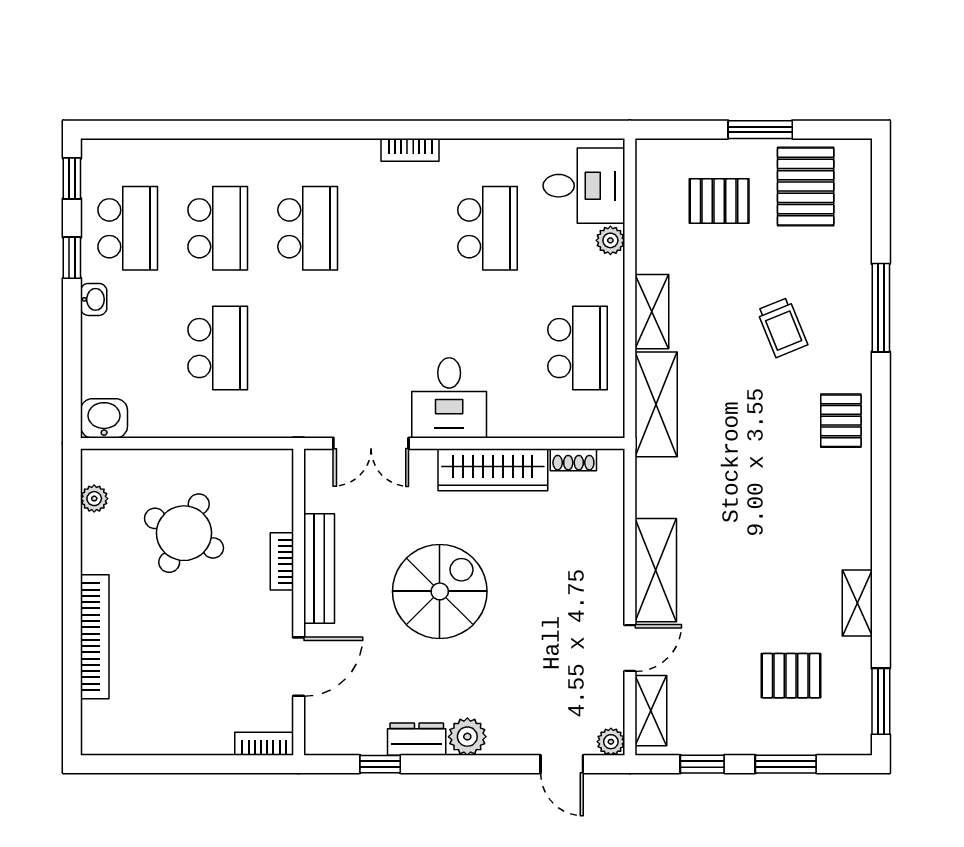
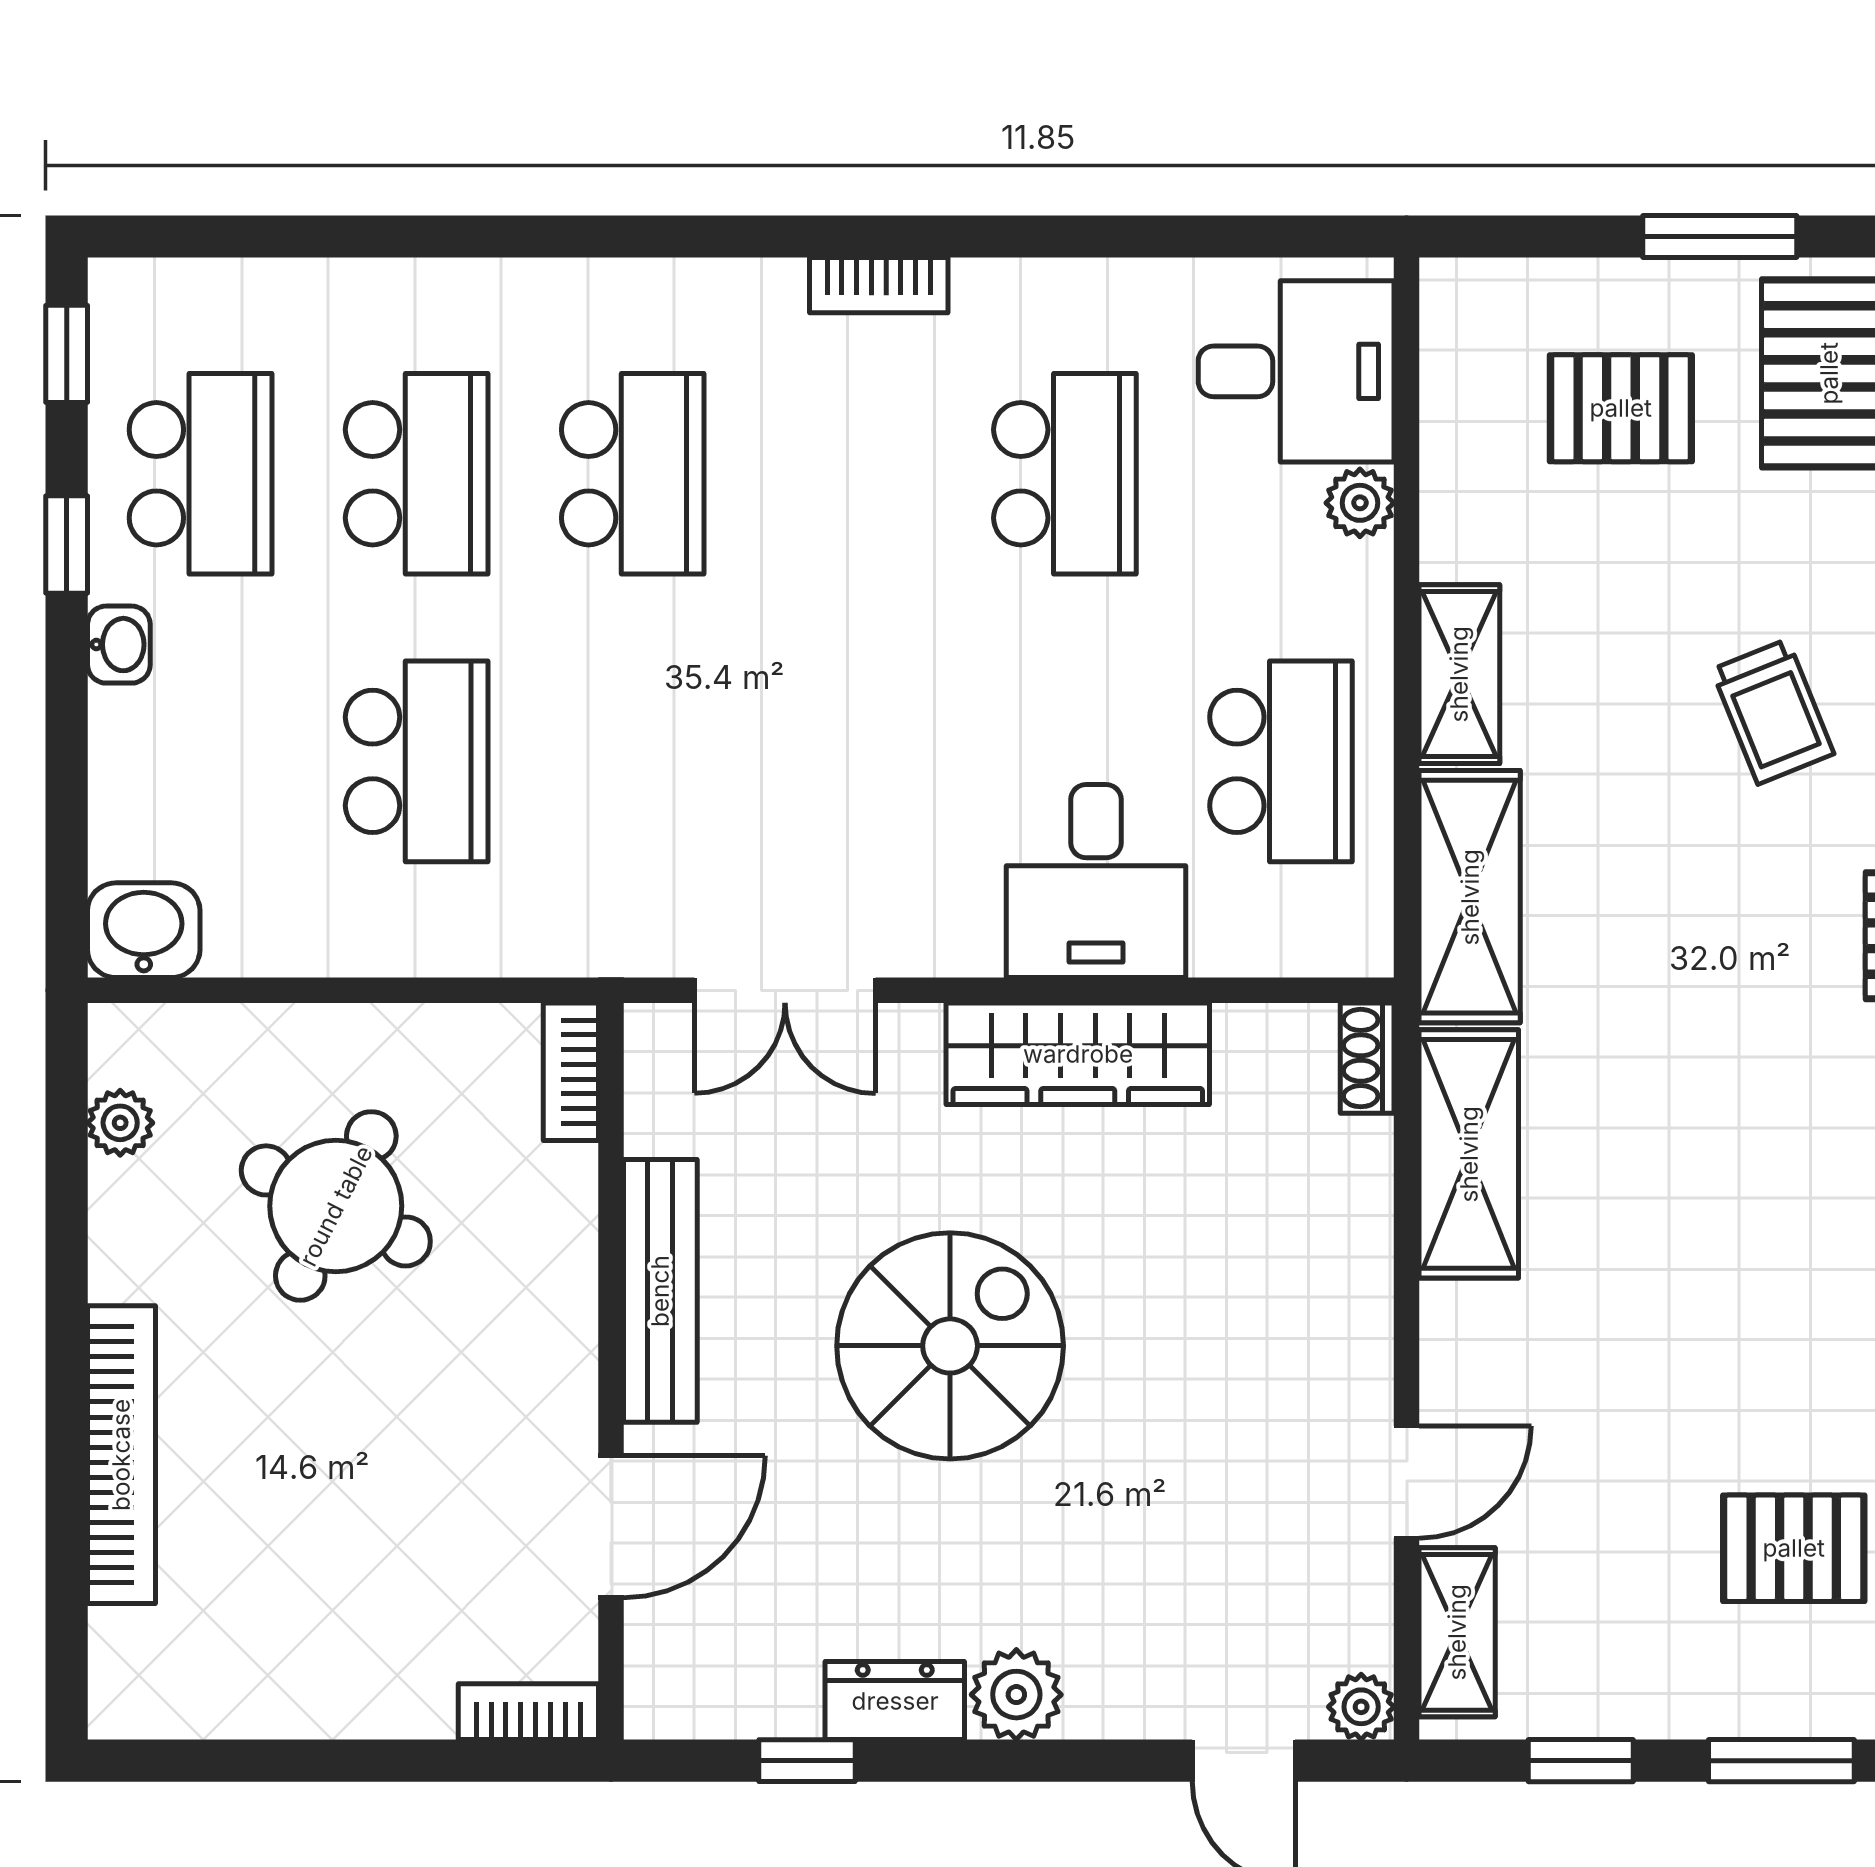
desk: (449, 398) -> (1096, 881), moved
shoe rack: (573, 460) -> (1367, 1058), moved, turned 90
bookcase: (282, 561) -> (571, 1072), moved
shelving: (656, 570) -> (1469, 1154), moved

